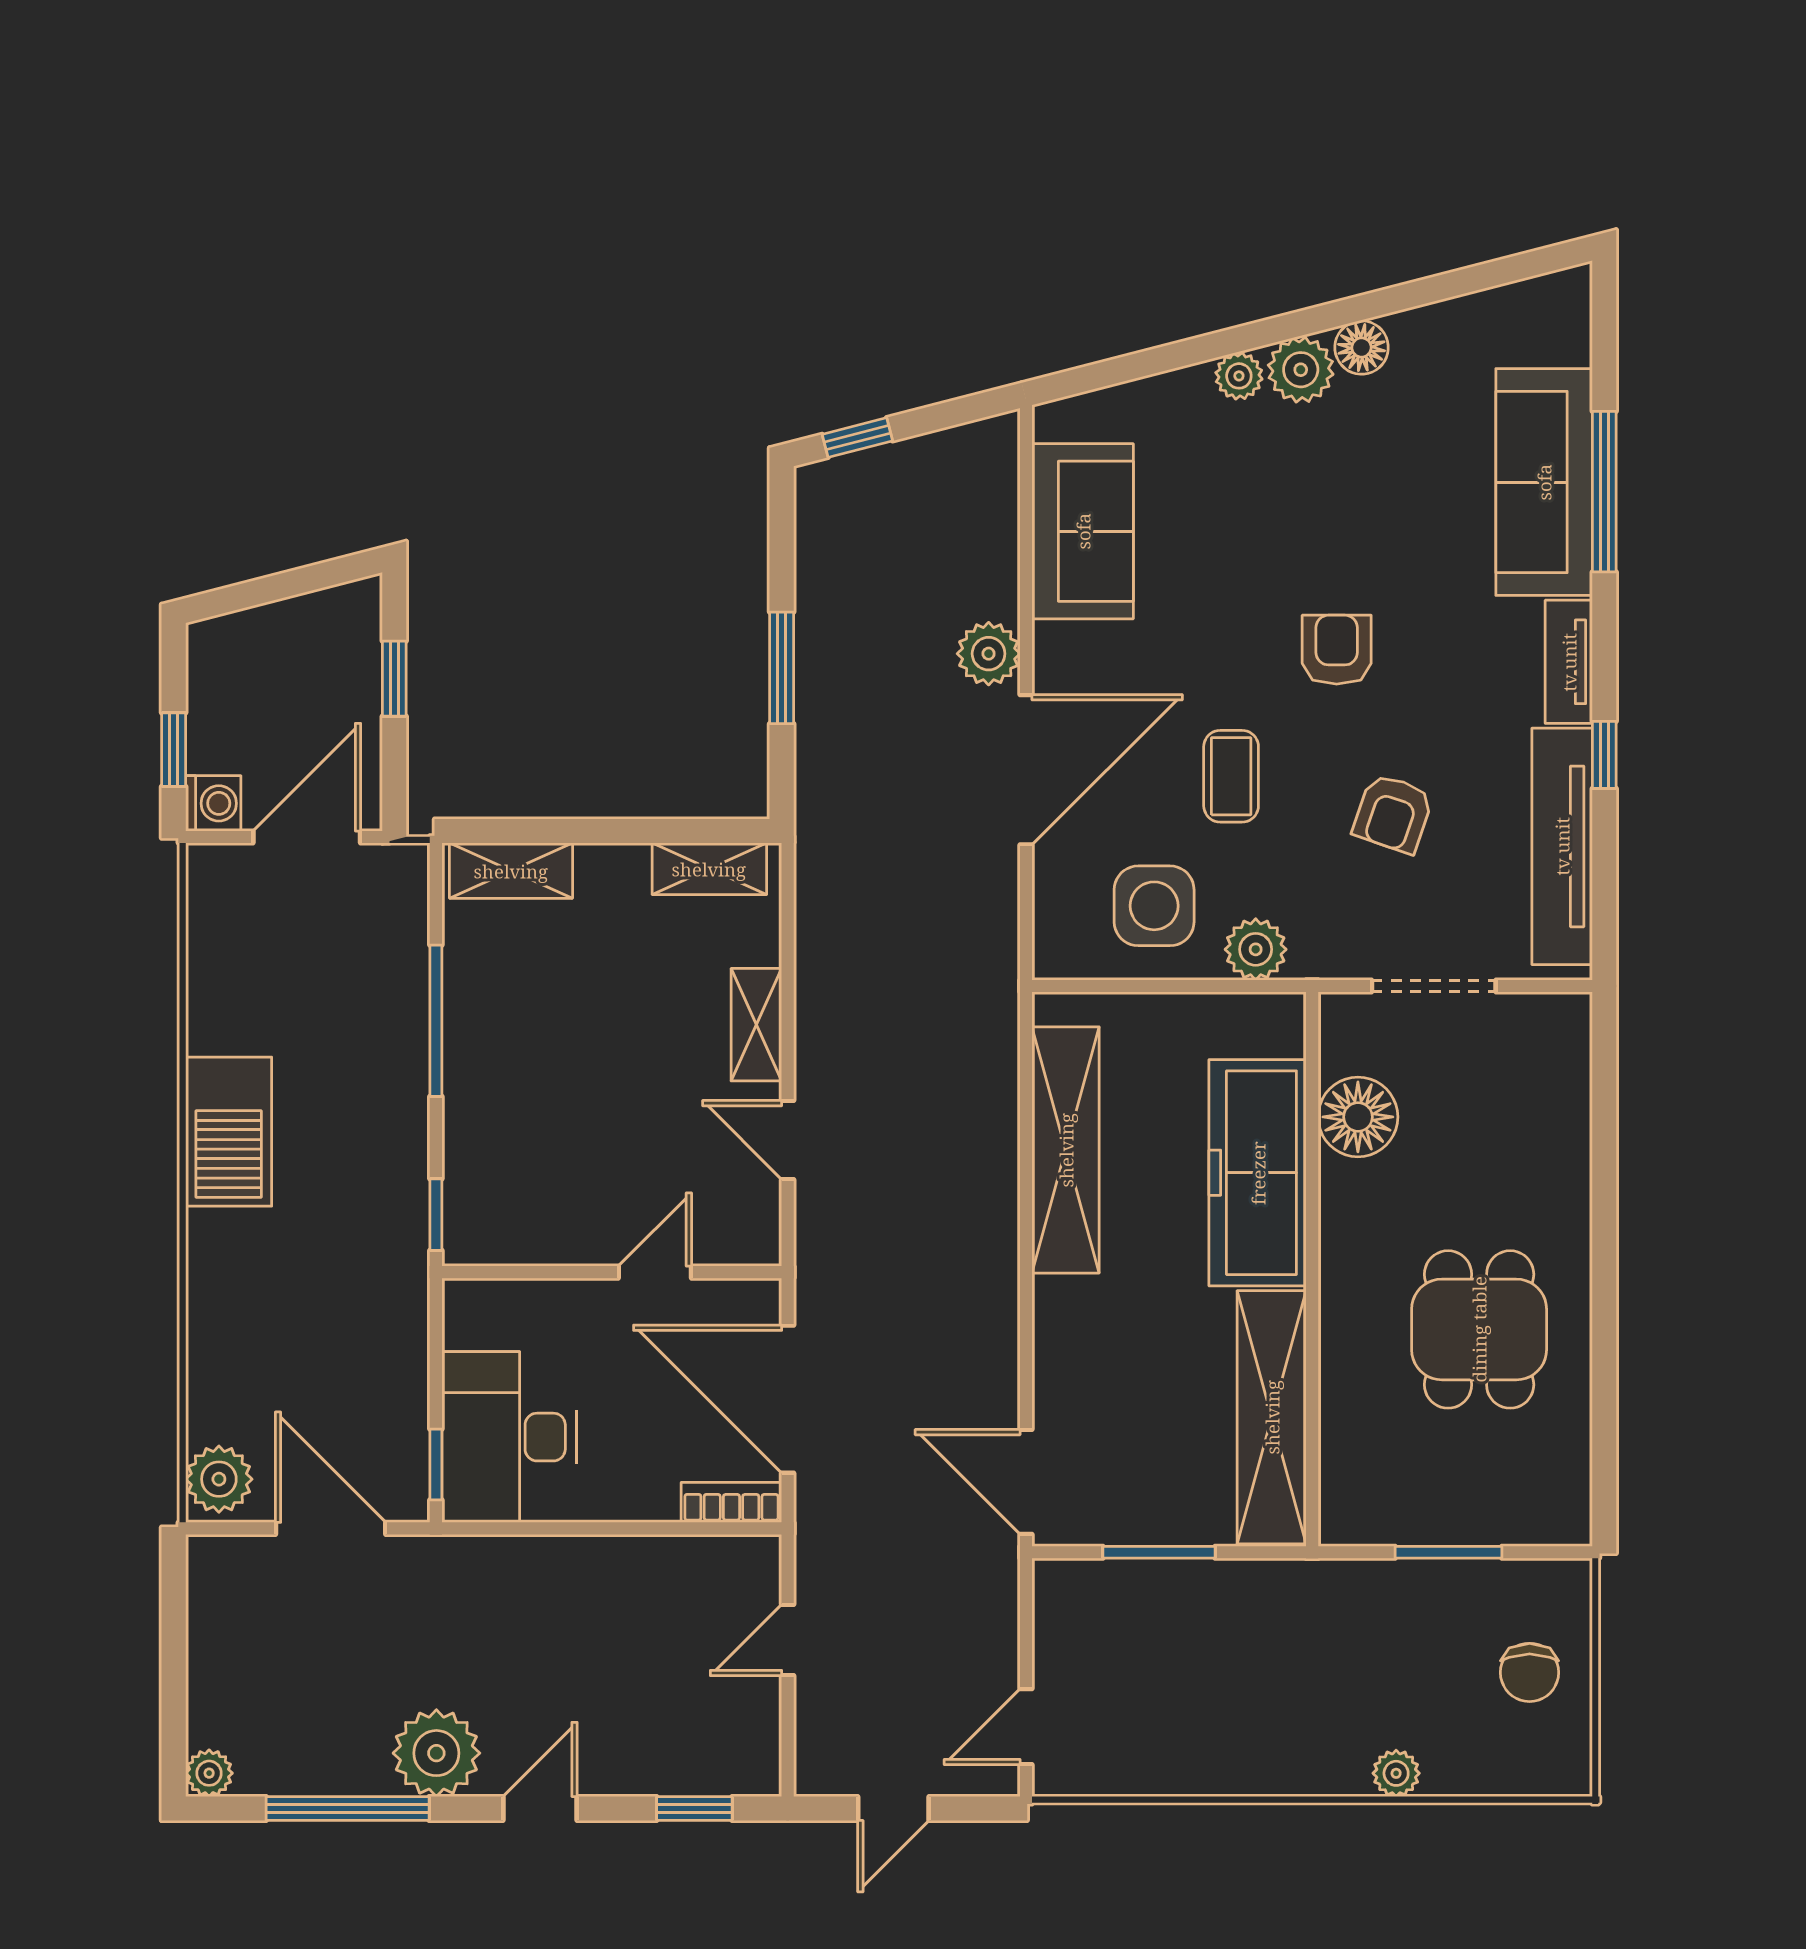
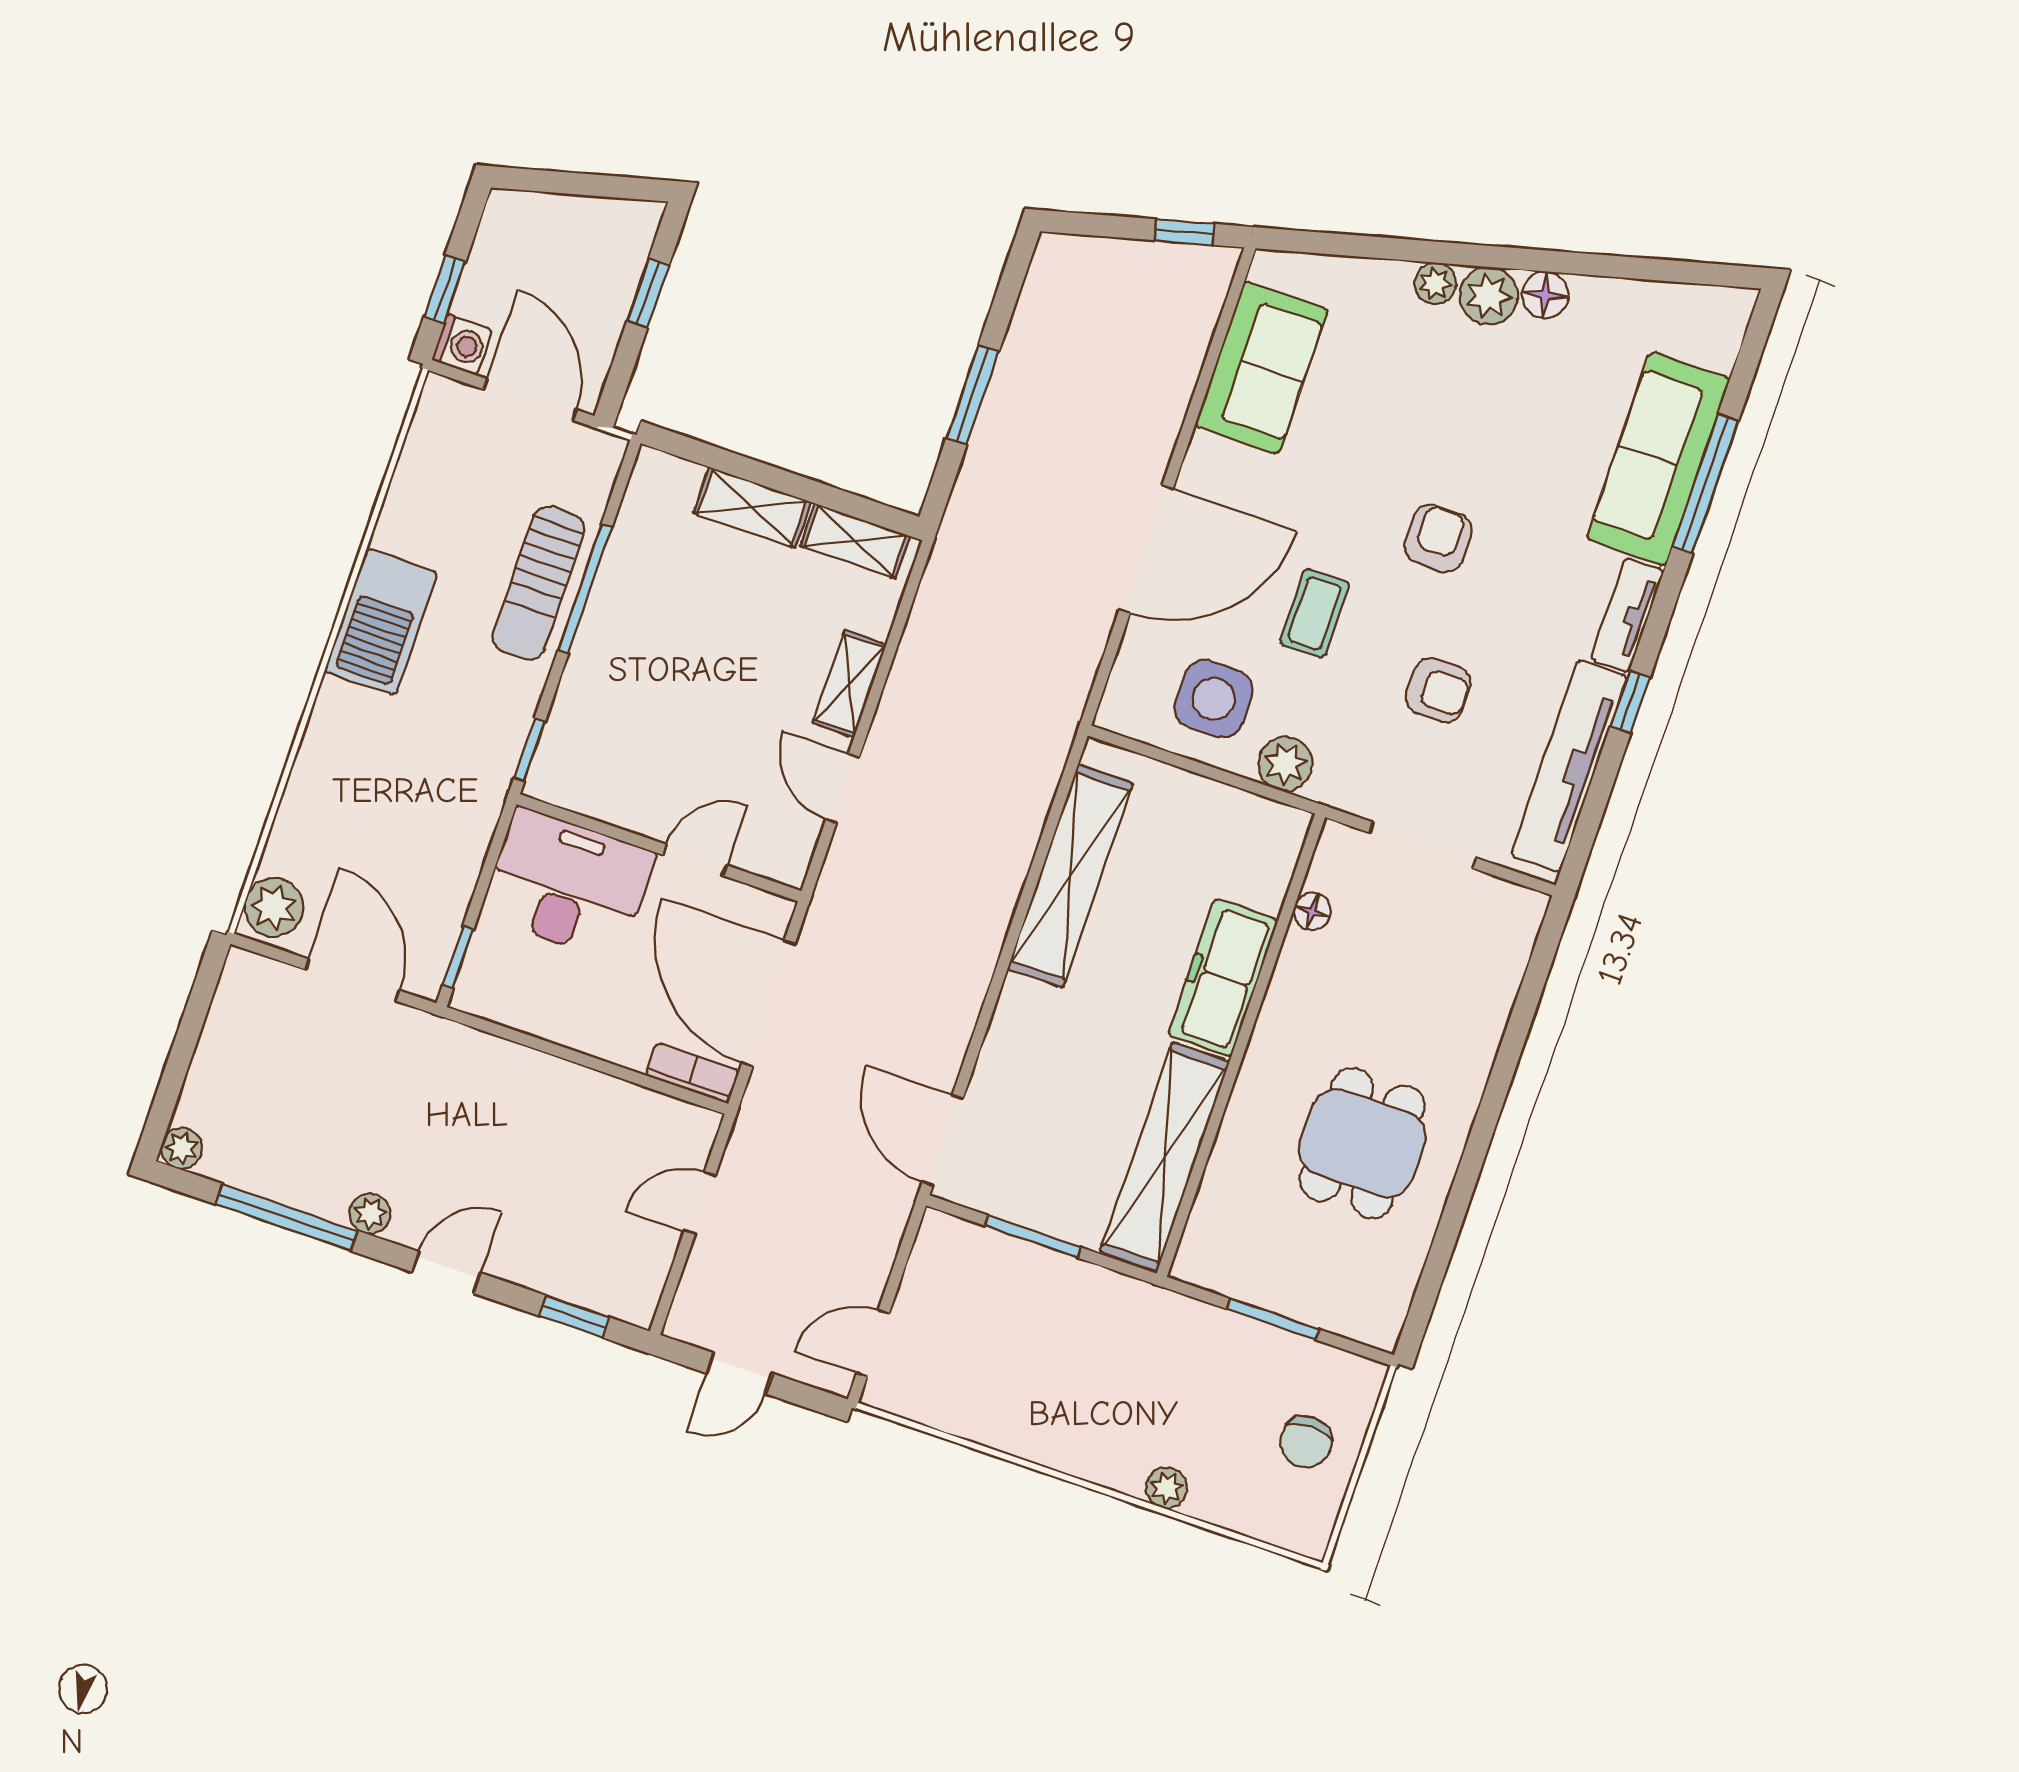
window: (857, 438) -> (1184, 232), moved
plant: (989, 654) -> (1148, 442), removed
armchair: (1393, 813) -> (1438, 690), turned -109
door: (307, 837) -> (530, 400), hinge flipped
shelving: (511, 871) -> (752, 507), moved
sun lounger: (384, 1032) -> (539, 583), added
floor lamp: (1358, 1117) -> (1312, 911), width x0.53, depth x0.53
freezer: (1258, 1173) -> (1223, 978), width x0.73, depth x0.79
desk: (509, 1437) -> (568, 884), moved, turned 90
plant: (436, 1753) -> (370, 1214), width x0.53, depth x0.53

